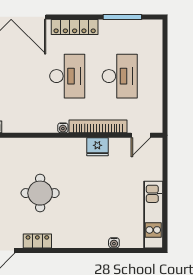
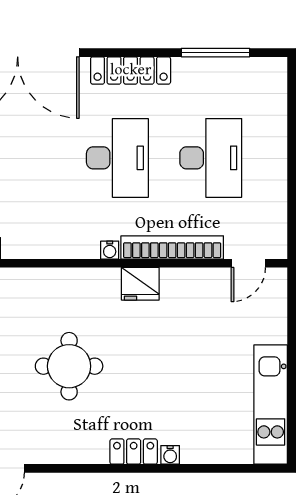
fridge: (97, 147) -> (140, 284), moved
locker: (37, 241) -> (134, 452), moved
water cooler: (114, 243) -> (170, 455), moved

